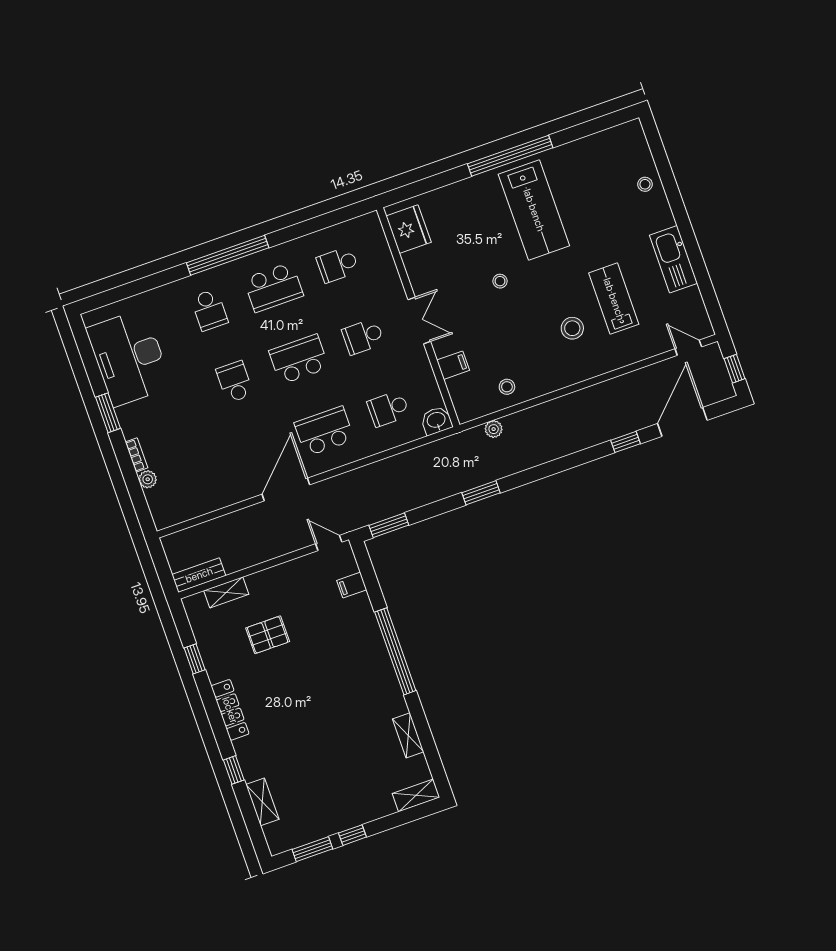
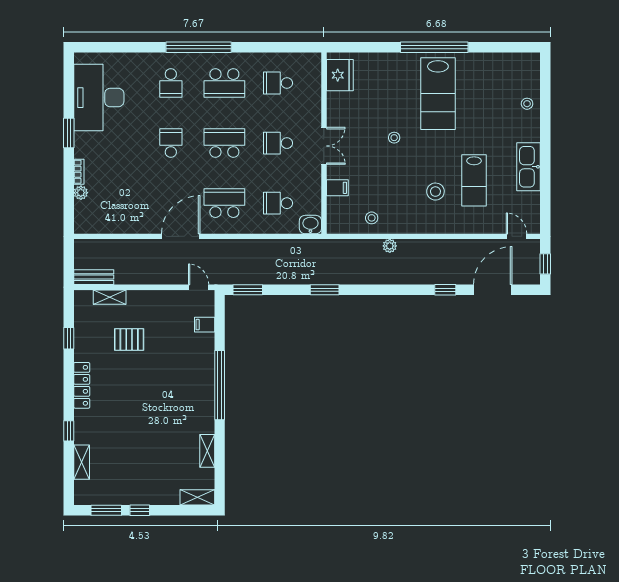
lab bench: (614, 299) -> (474, 180), turned 180
plant: (494, 429) -> (390, 246), moved

